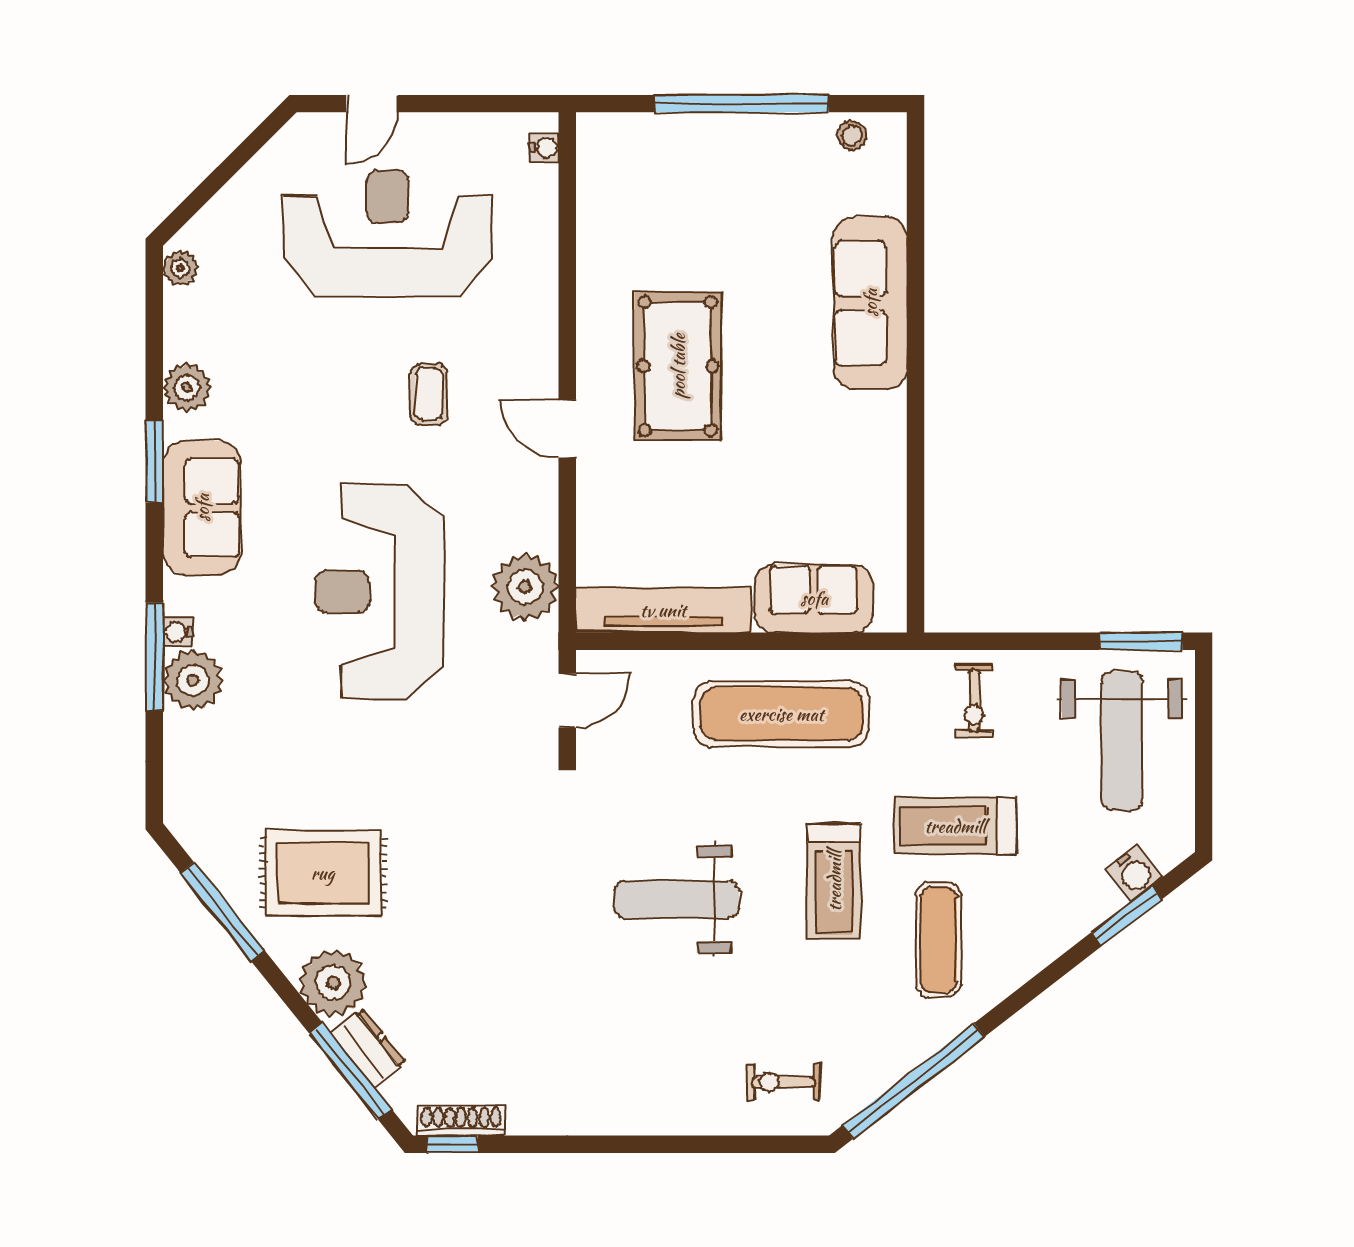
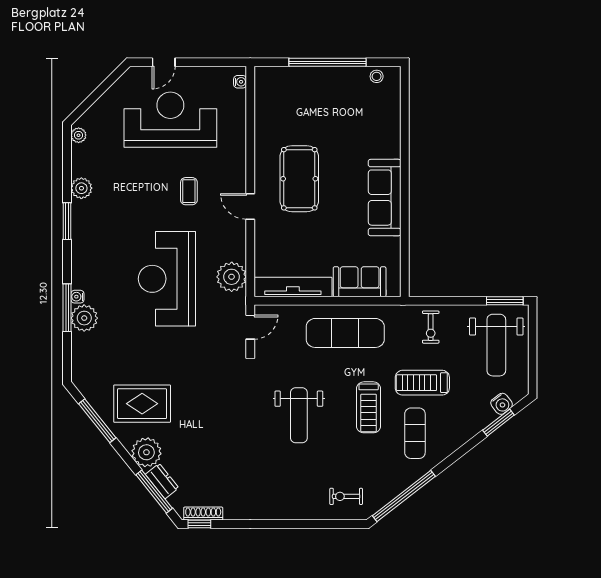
sofa: (870, 303) -> (385, 198), moved
sofa: (202, 508) -> (88, 242), removed
weight bench: (677, 899) -> (299, 415), turned -90

